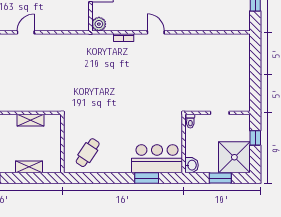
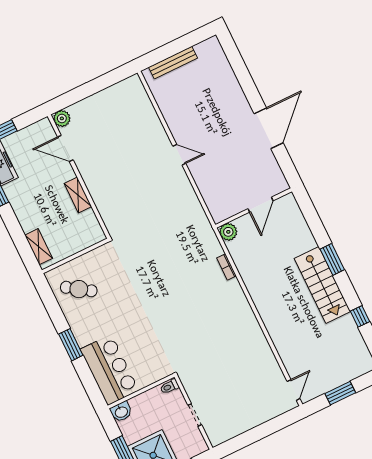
door: (156, 32) -> (294, 390), moved
shelving: (31, 120) -> (78, 195), moved
shelving: (29, 167) -> (39, 247), moved
window: (147, 178) -> (71, 345), moved

